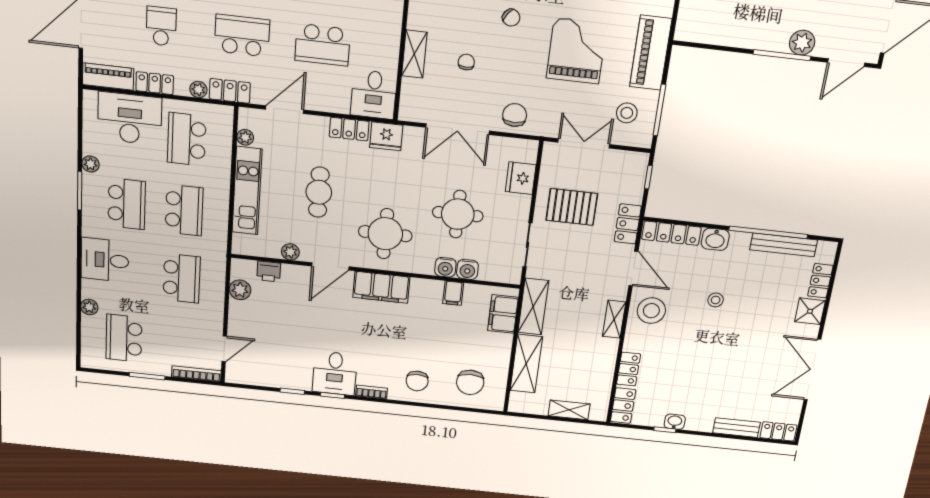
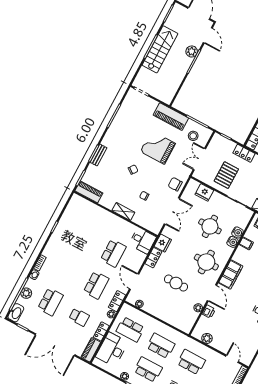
school desk: (161, 26) -> (79, 317), turned 180
school desk: (242, 36) -> (96, 285), turned 180
shelving: (414, 54) -> (123, 211), moved
kitchen unit: (247, 191) -> (163, 314), removed
printer: (269, 271) -> (209, 312), moved

